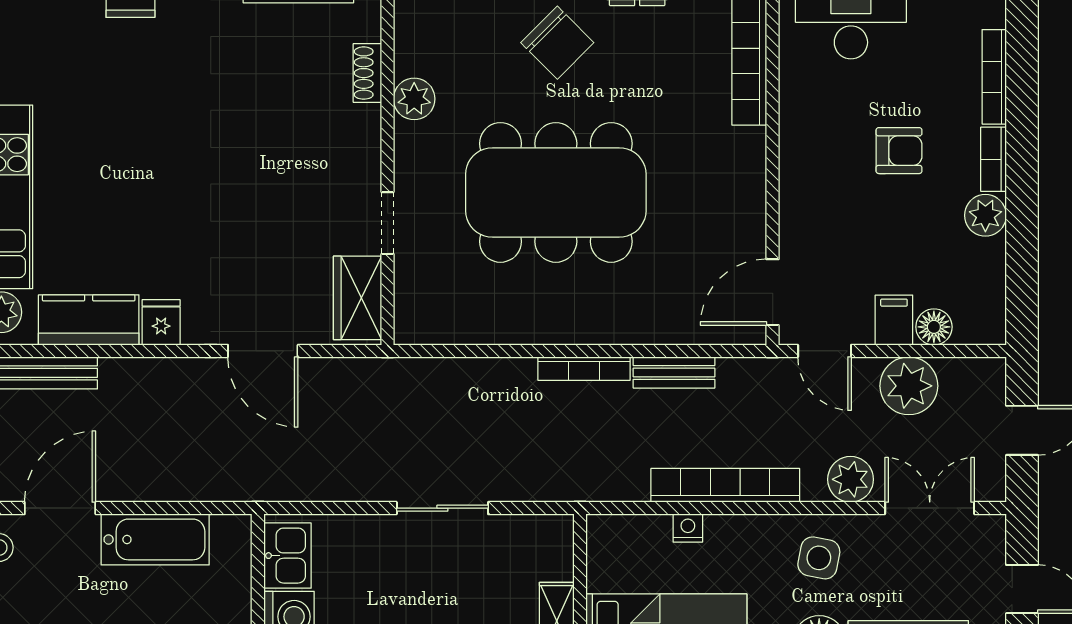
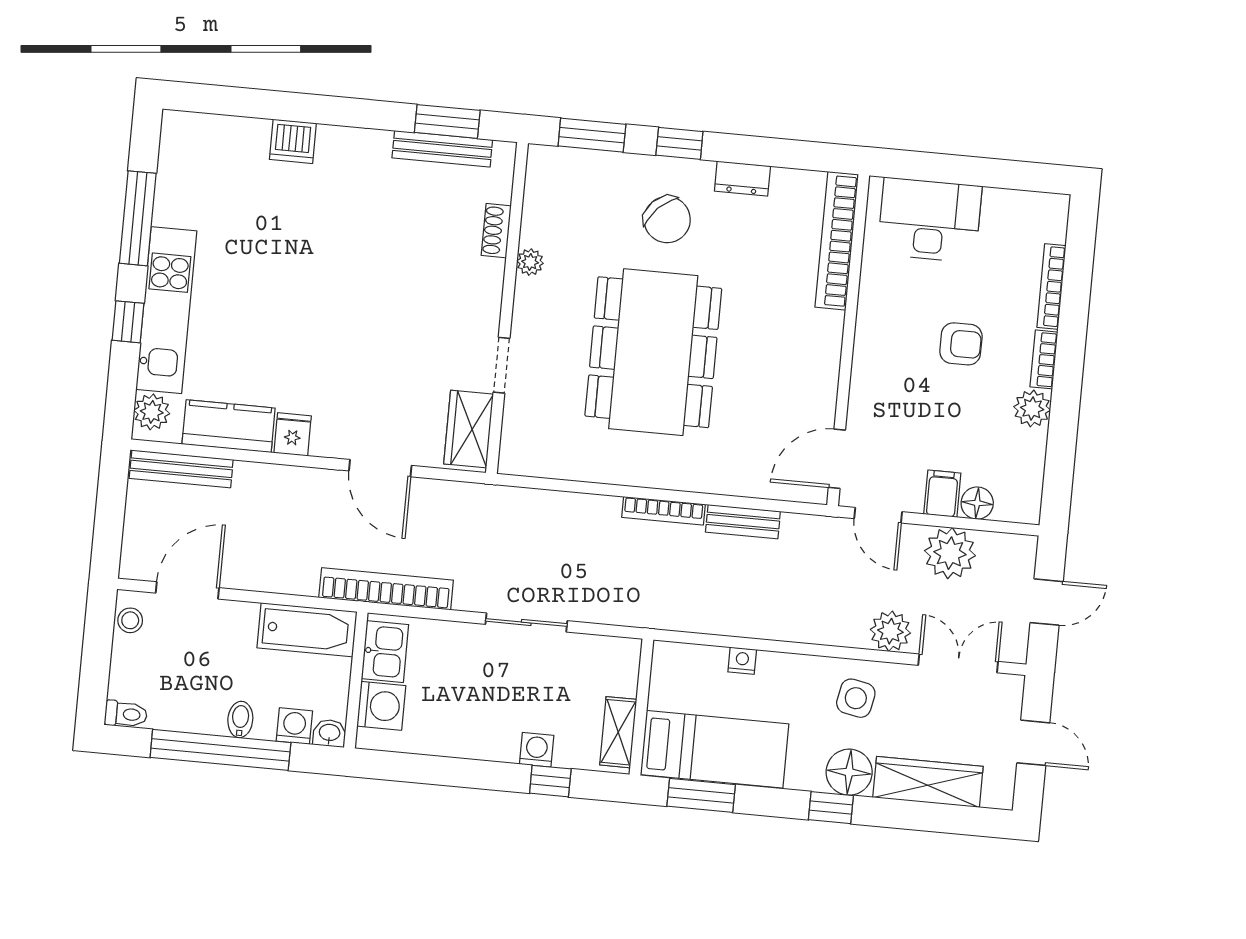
plant: (414, 99) -> (530, 262), width x0.73, depth x0.73
dining table: (556, 192) -> (653, 352), turned 90
bookcase: (725, 485) -> (386, 589), moved
bathtub: (155, 539) -> (307, 630), moved

